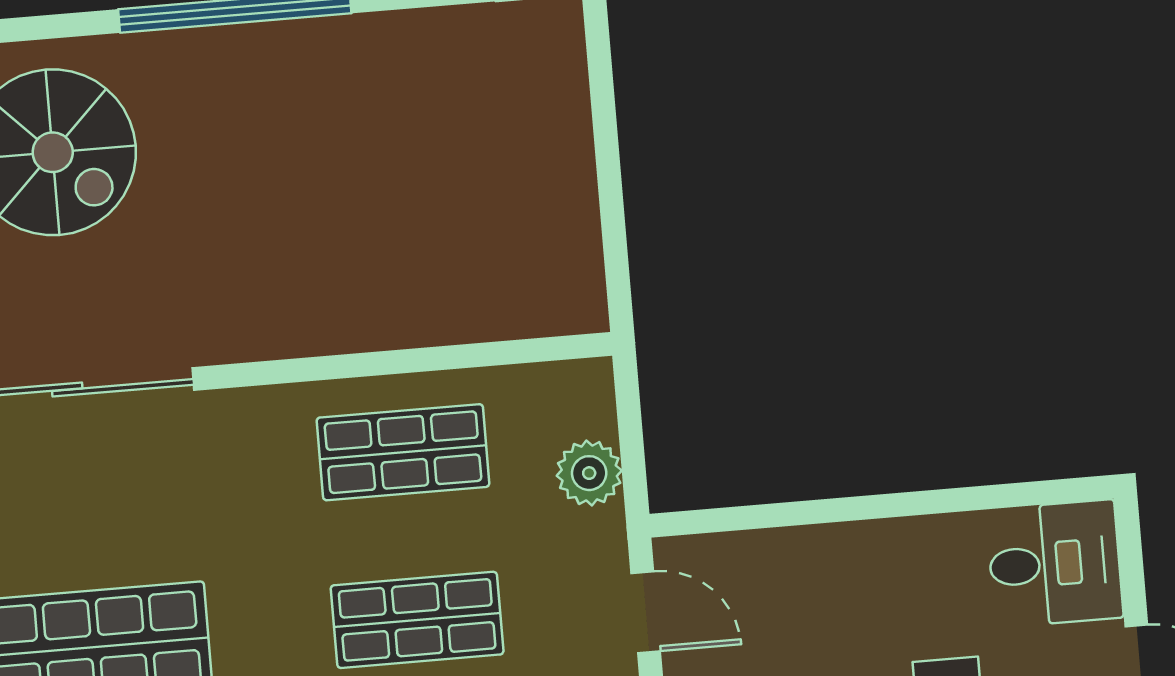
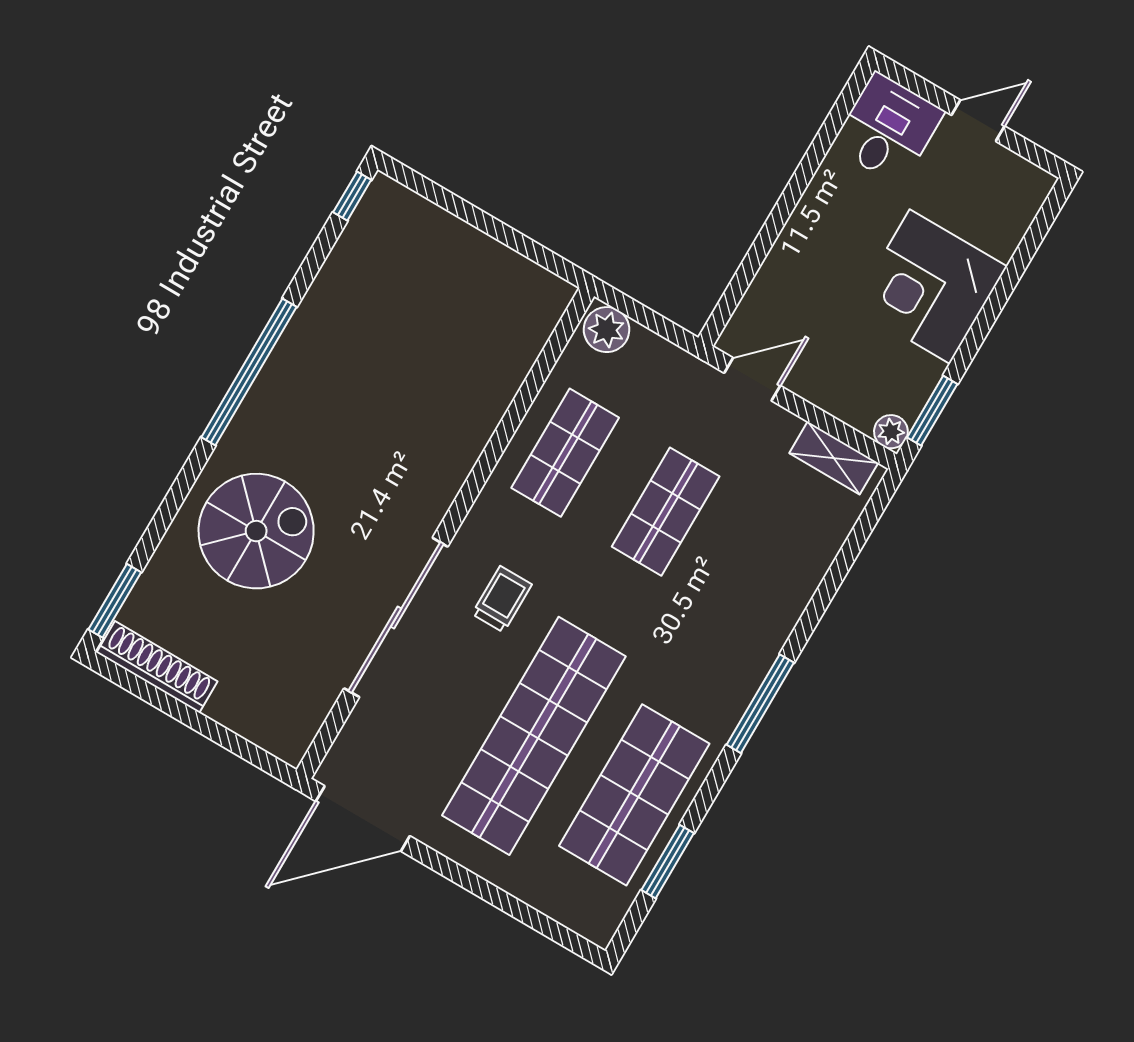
plant: (589, 473) -> (607, 330), moved
trolley: (177, 499) -> (502, 599), added

